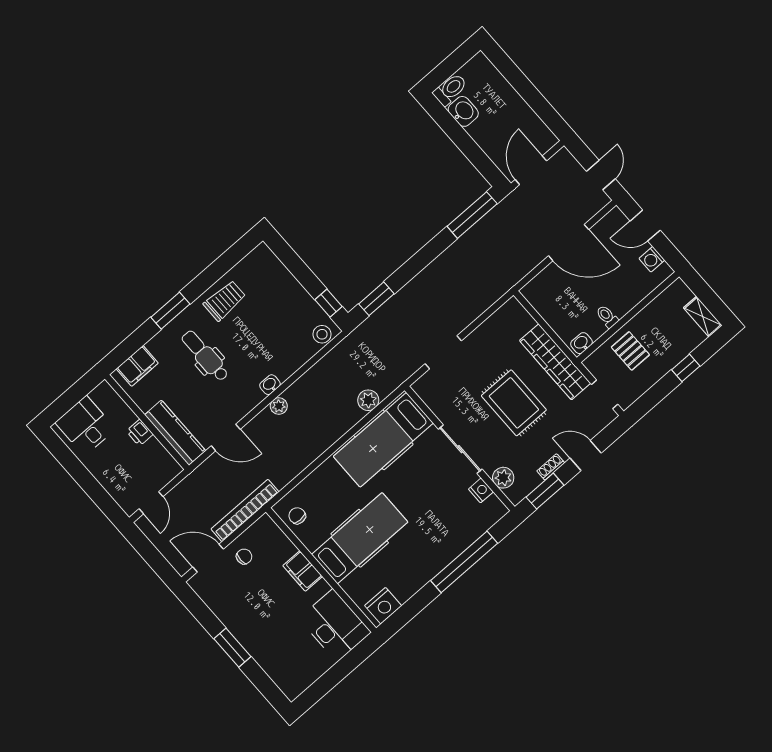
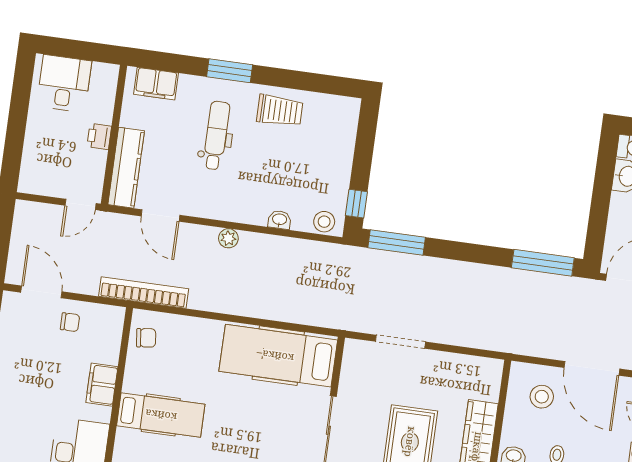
stool: (559, 291) -> (542, 397), added
window: (376, 299) -> (397, 243), width x1.44
washbasin: (270, 385) -> (280, 220), moved
plant: (368, 400) -> (301, 312), removed
door: (151, 503) -> (81, 204), moved
bookcase: (245, 510) -> (144, 293), moved
chair: (297, 516) -> (146, 338), turned 83
hospital bed: (360, 538) -> (161, 415), width x0.73, depth x0.78

